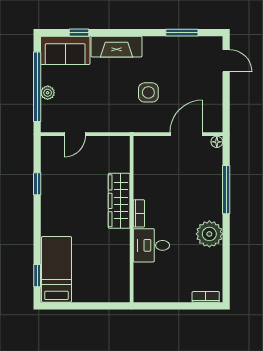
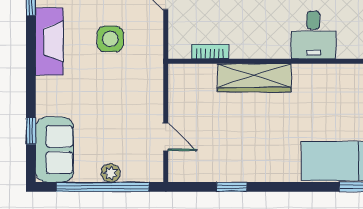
fireplace: (117, 47) -> (49, 41), moved
bookcase: (139, 213) -> (210, 52), moved

